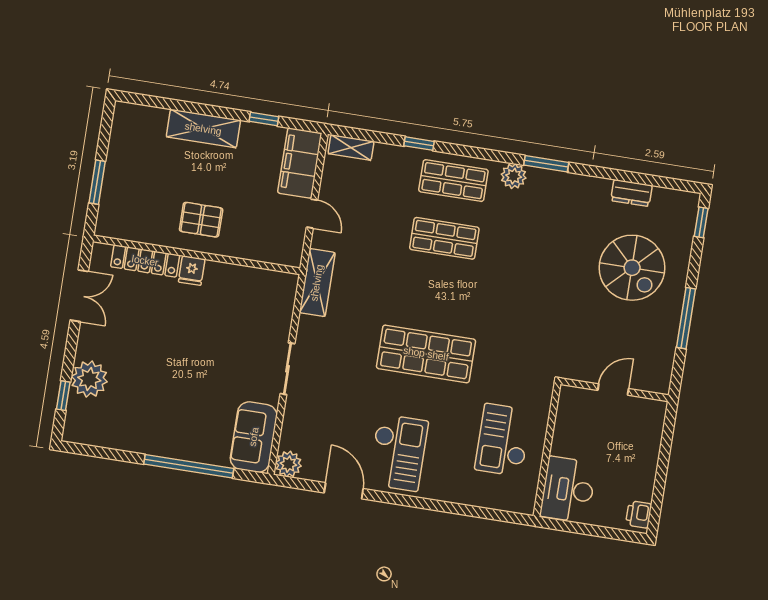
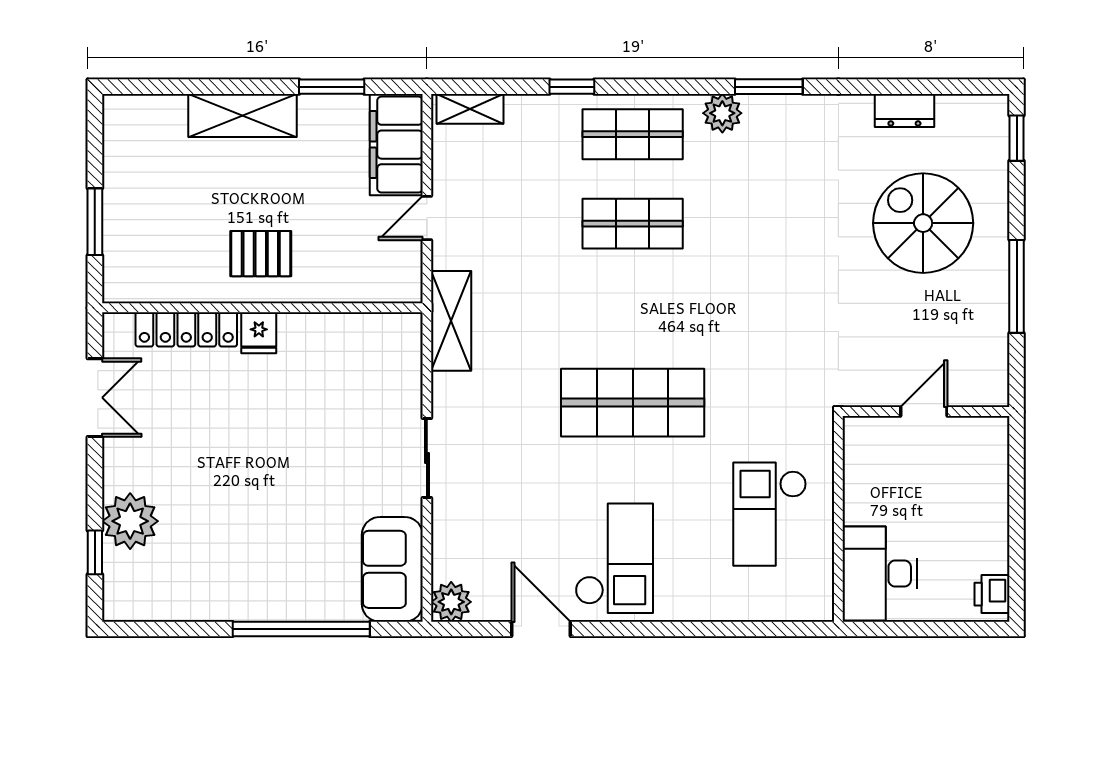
window: (264, 119) -> (332, 87), width x1.50
door: (312, 214) -> (427, 218), swing flipped
spiral stairs: (632, 268) -> (923, 223), turned 180

